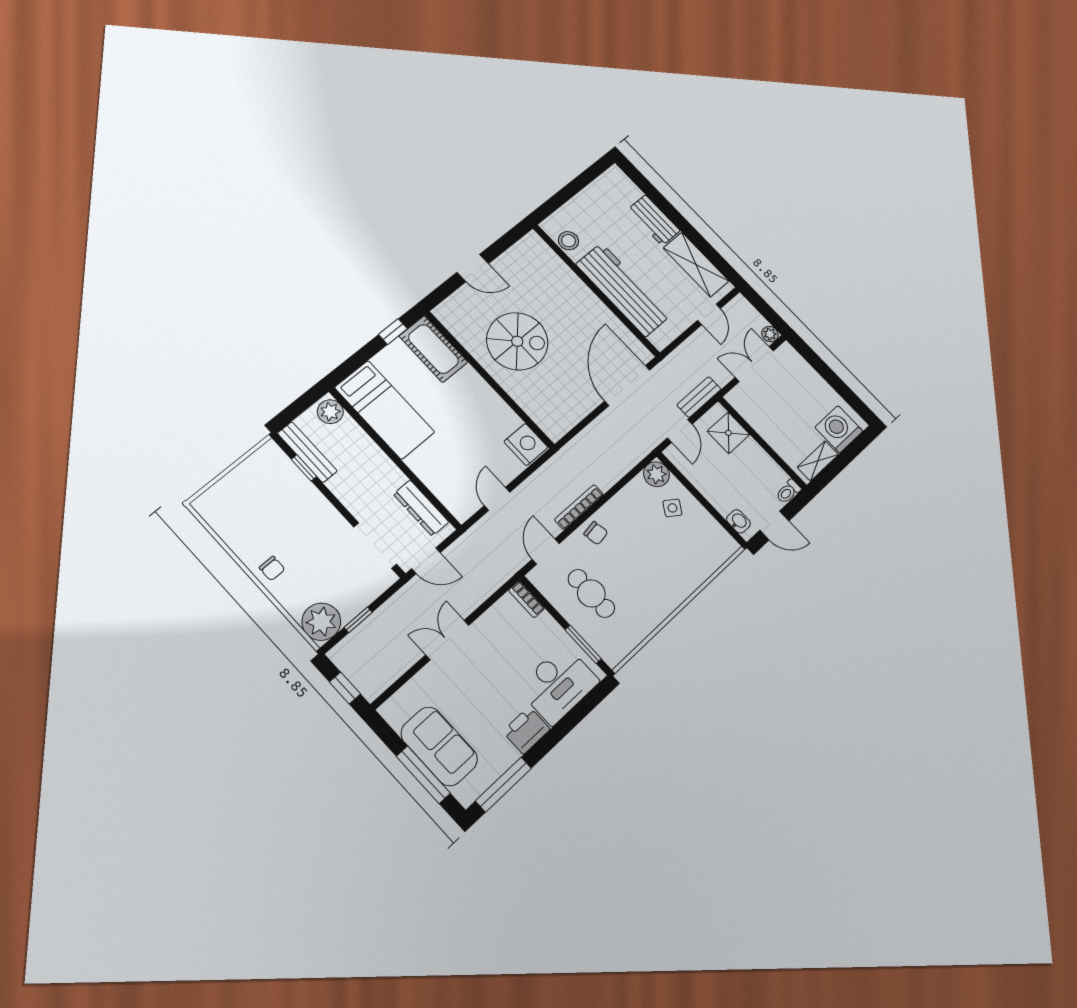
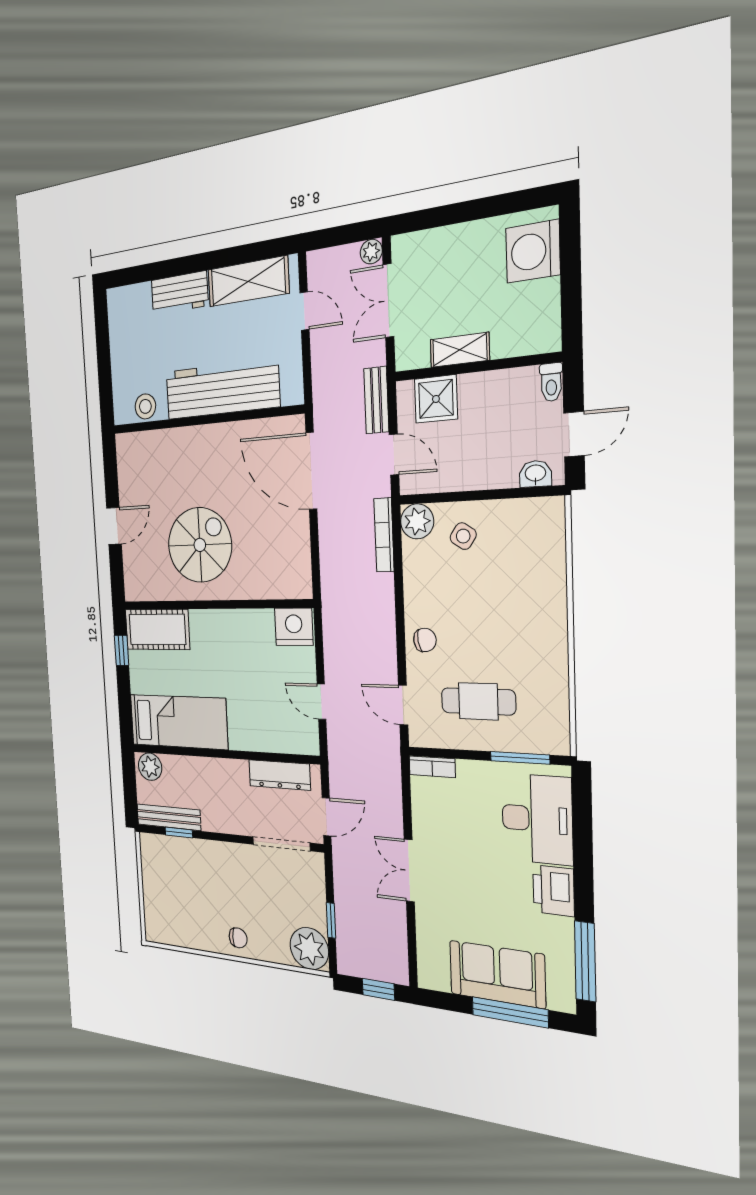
shelving: (818, 461) -> (460, 350), moved, turned 90
bookcase: (579, 507) -> (384, 535), moved

